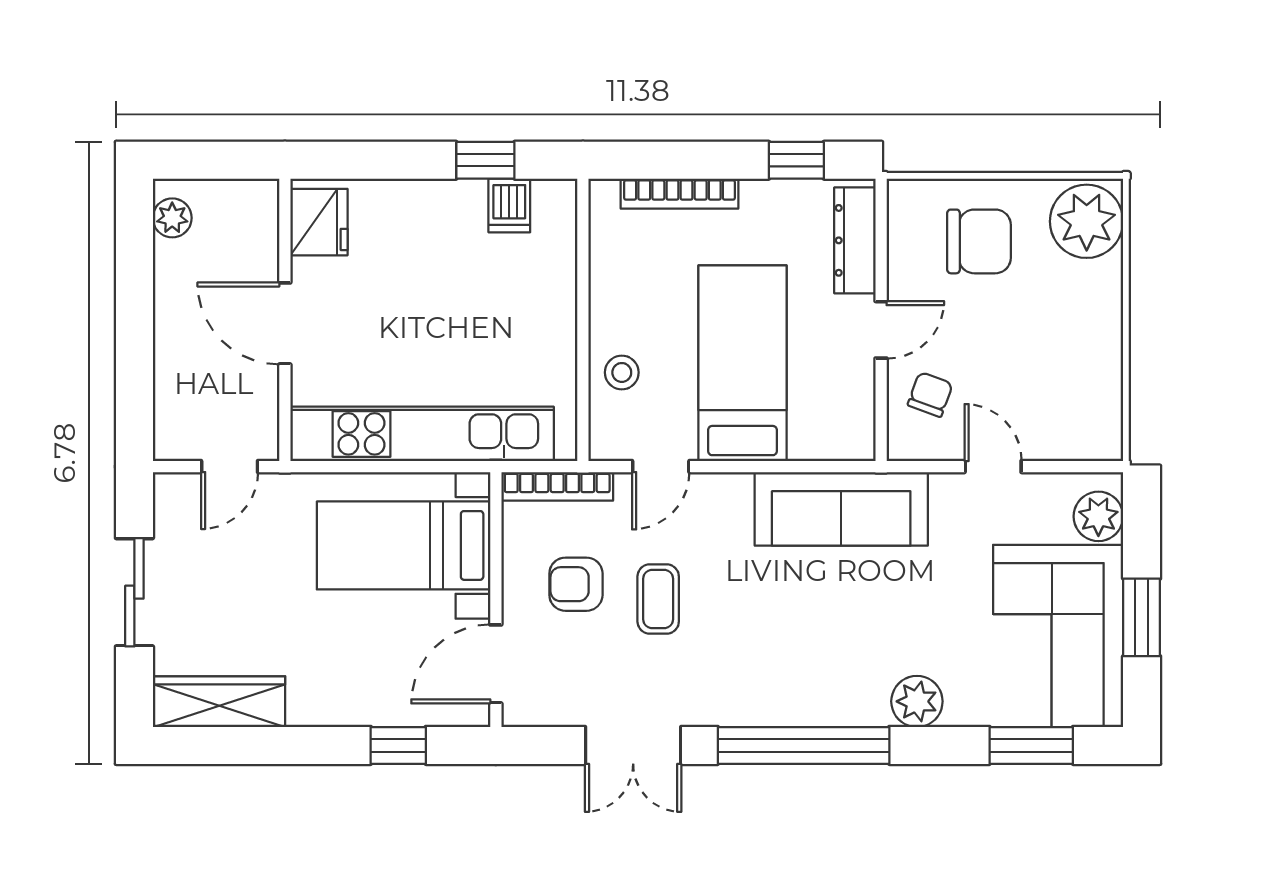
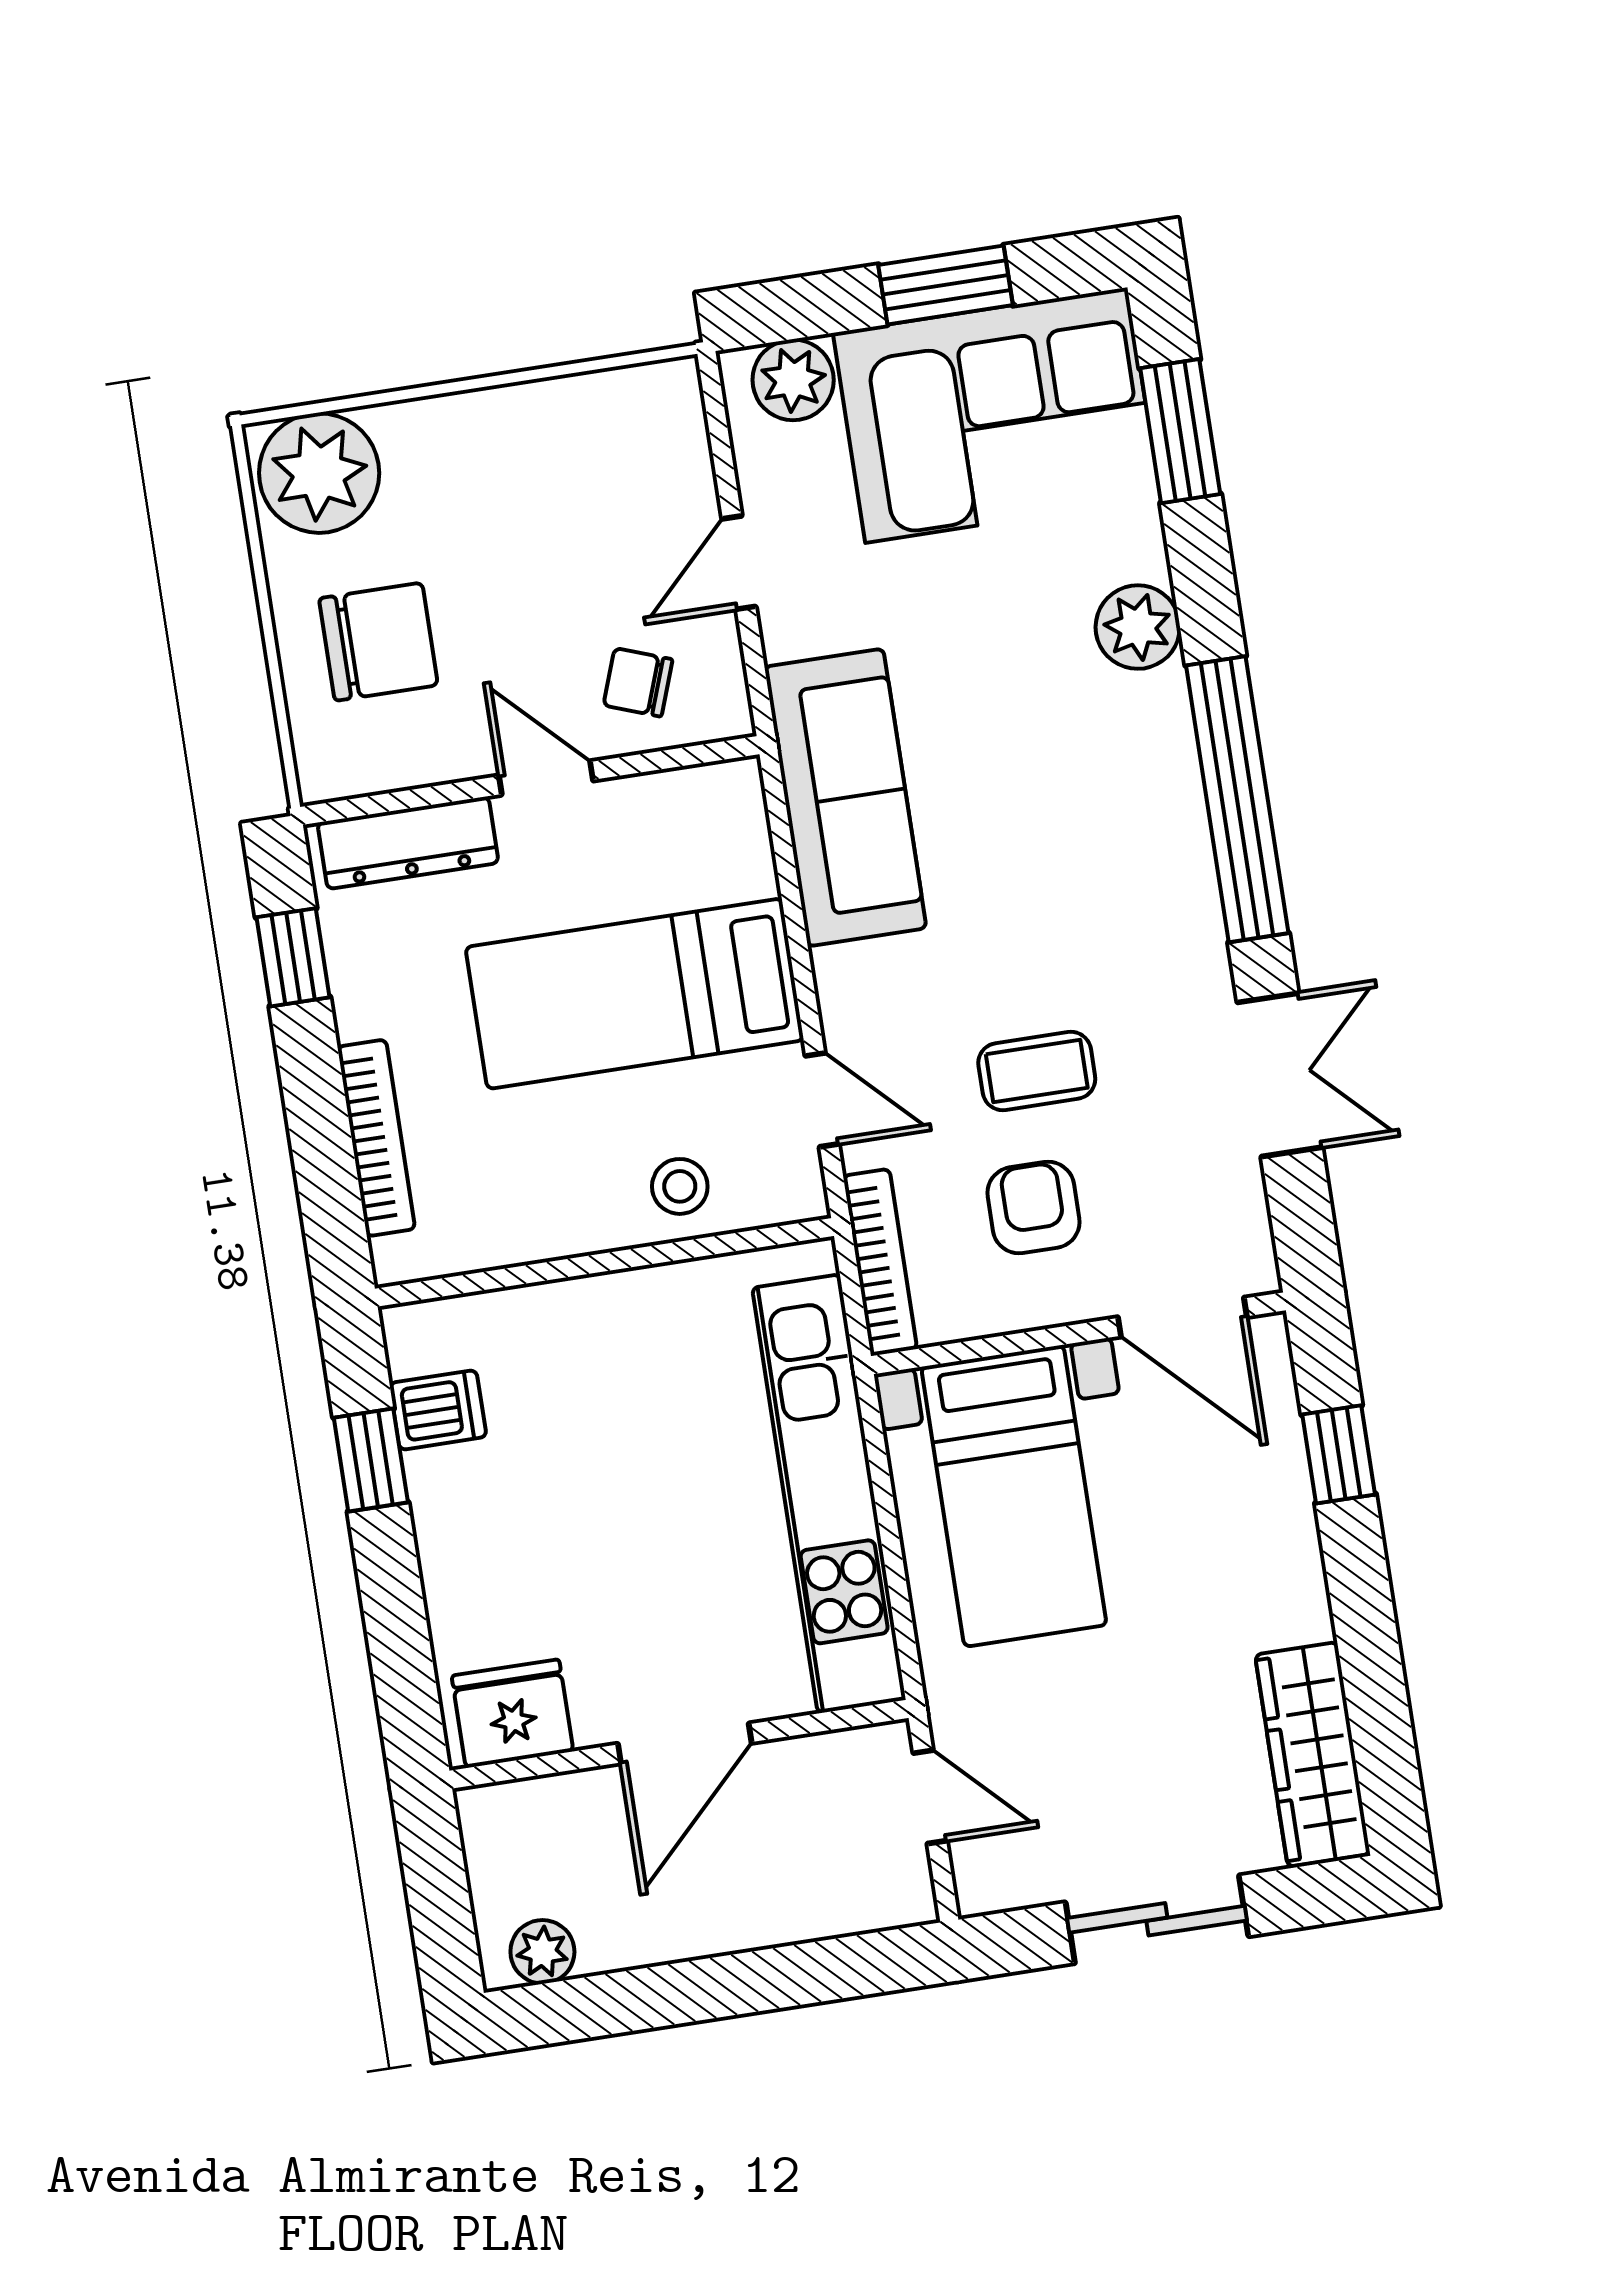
chair: (979, 241) -> (378, 642), turned 90
armchair: (576, 584) -> (1033, 1208), turned 180

